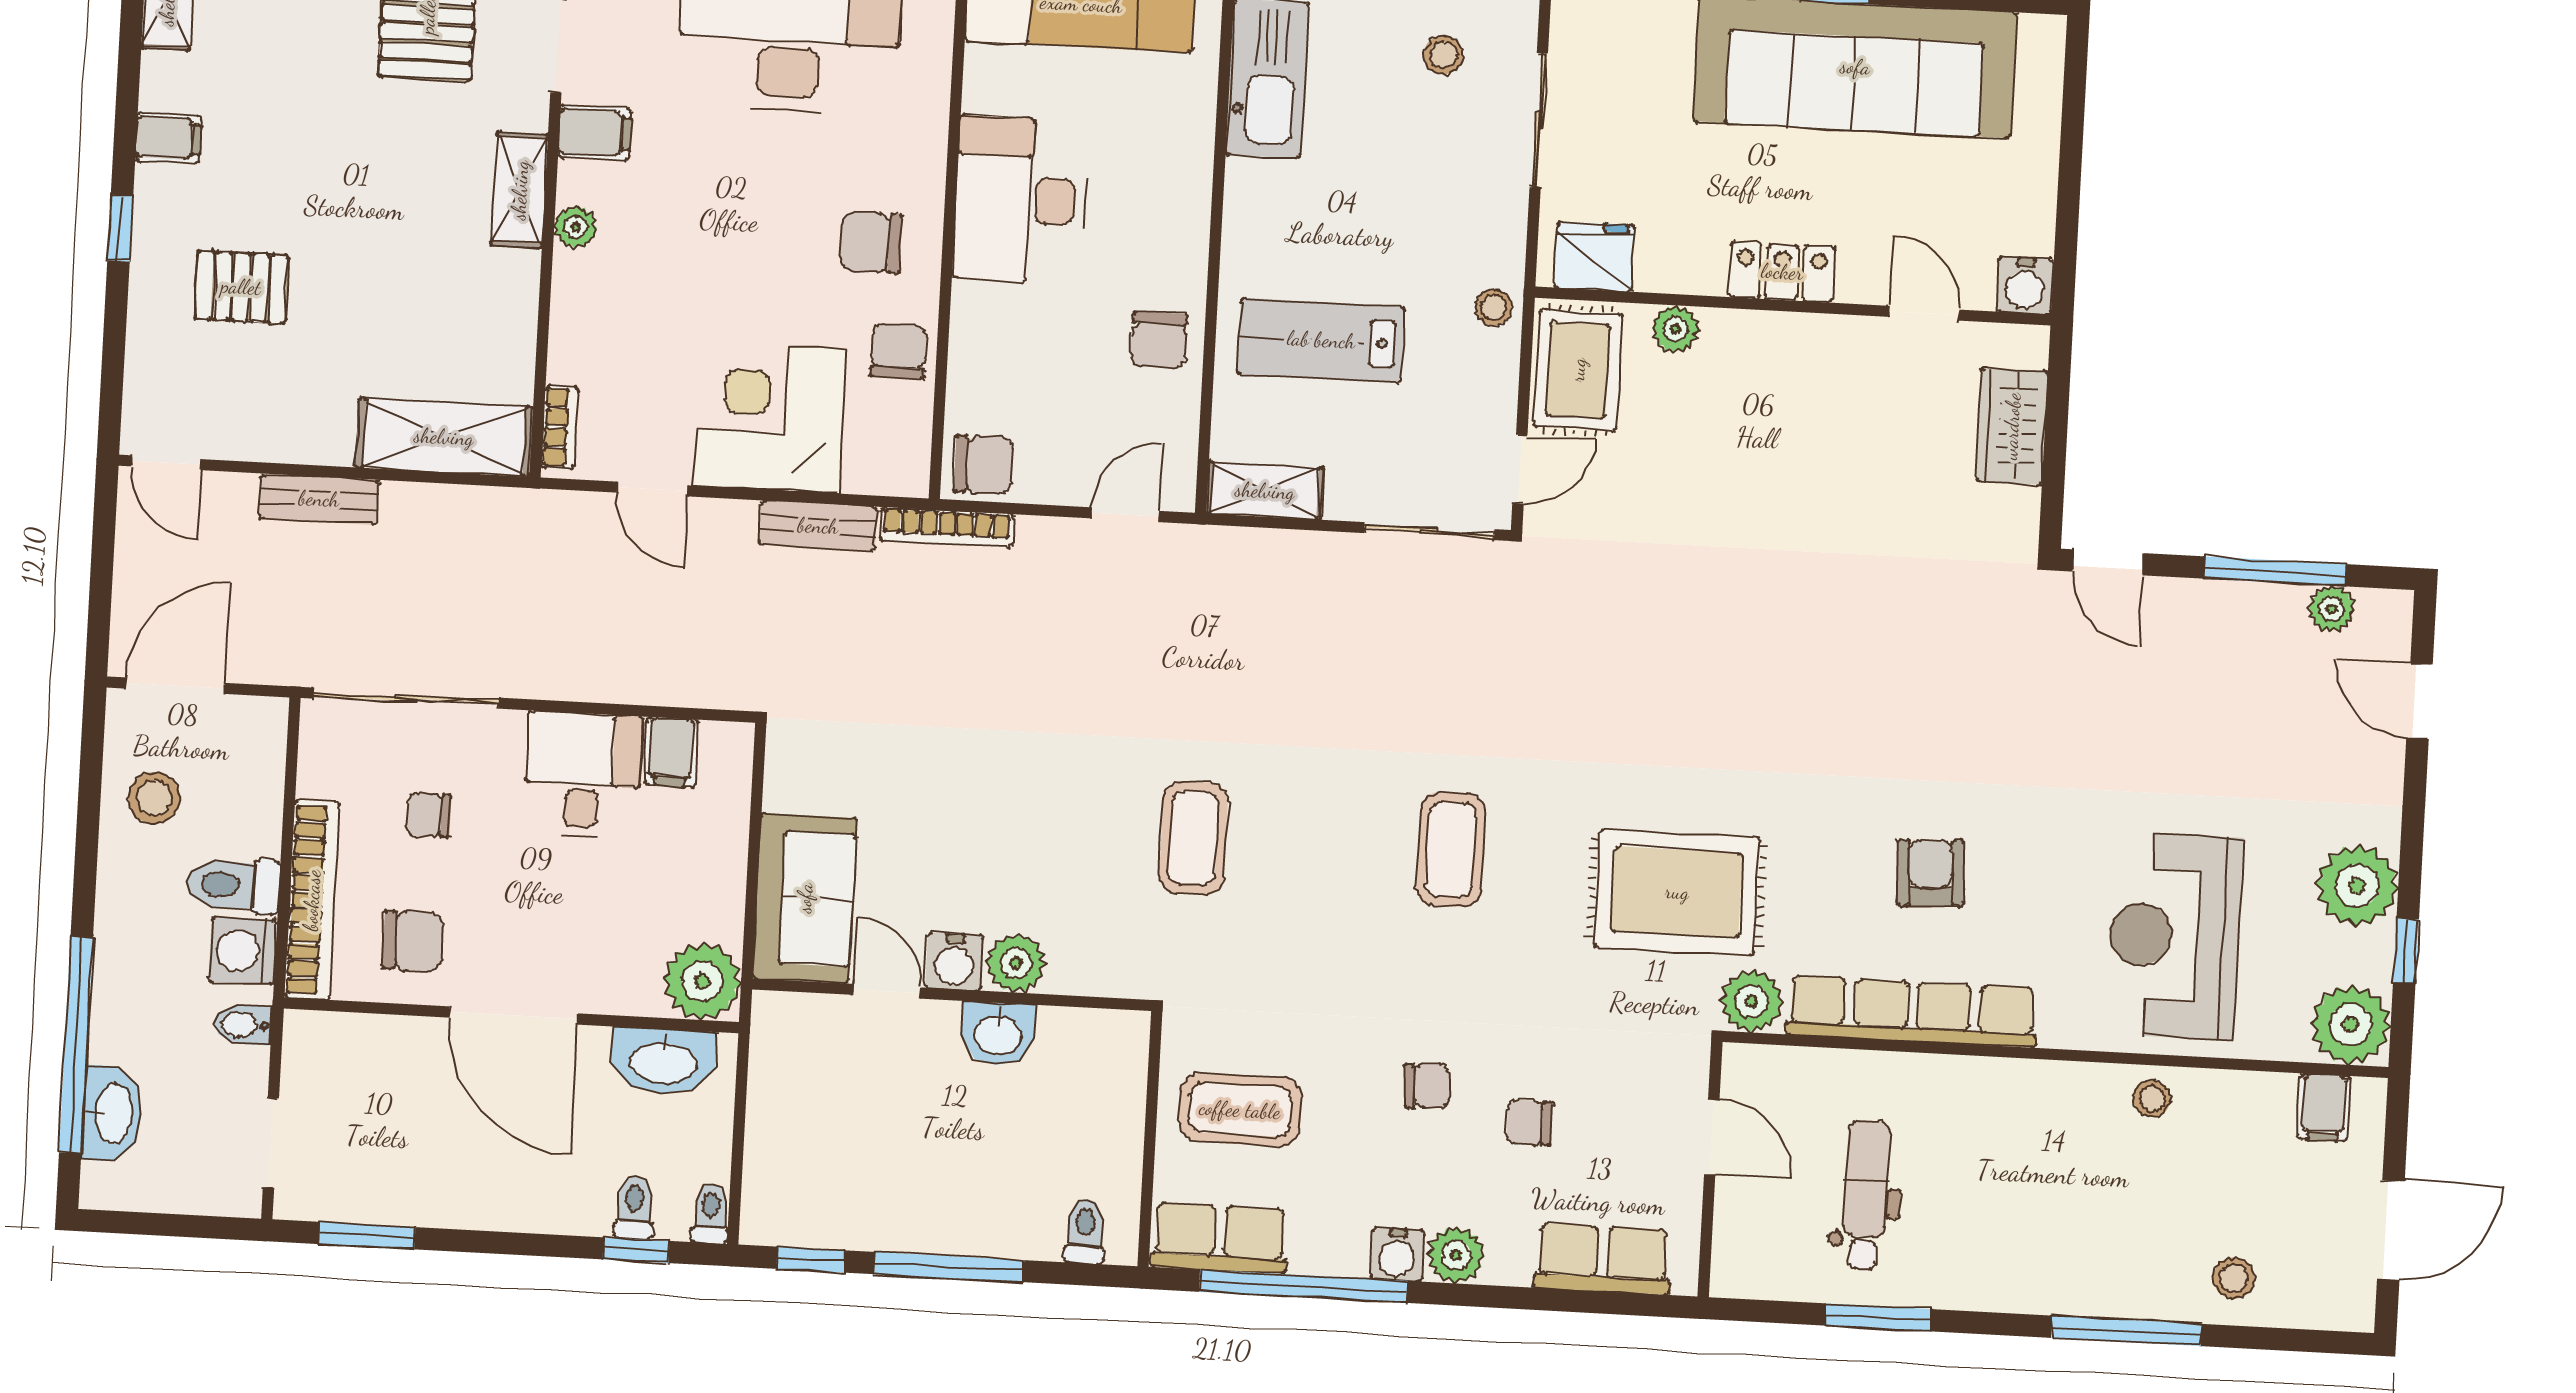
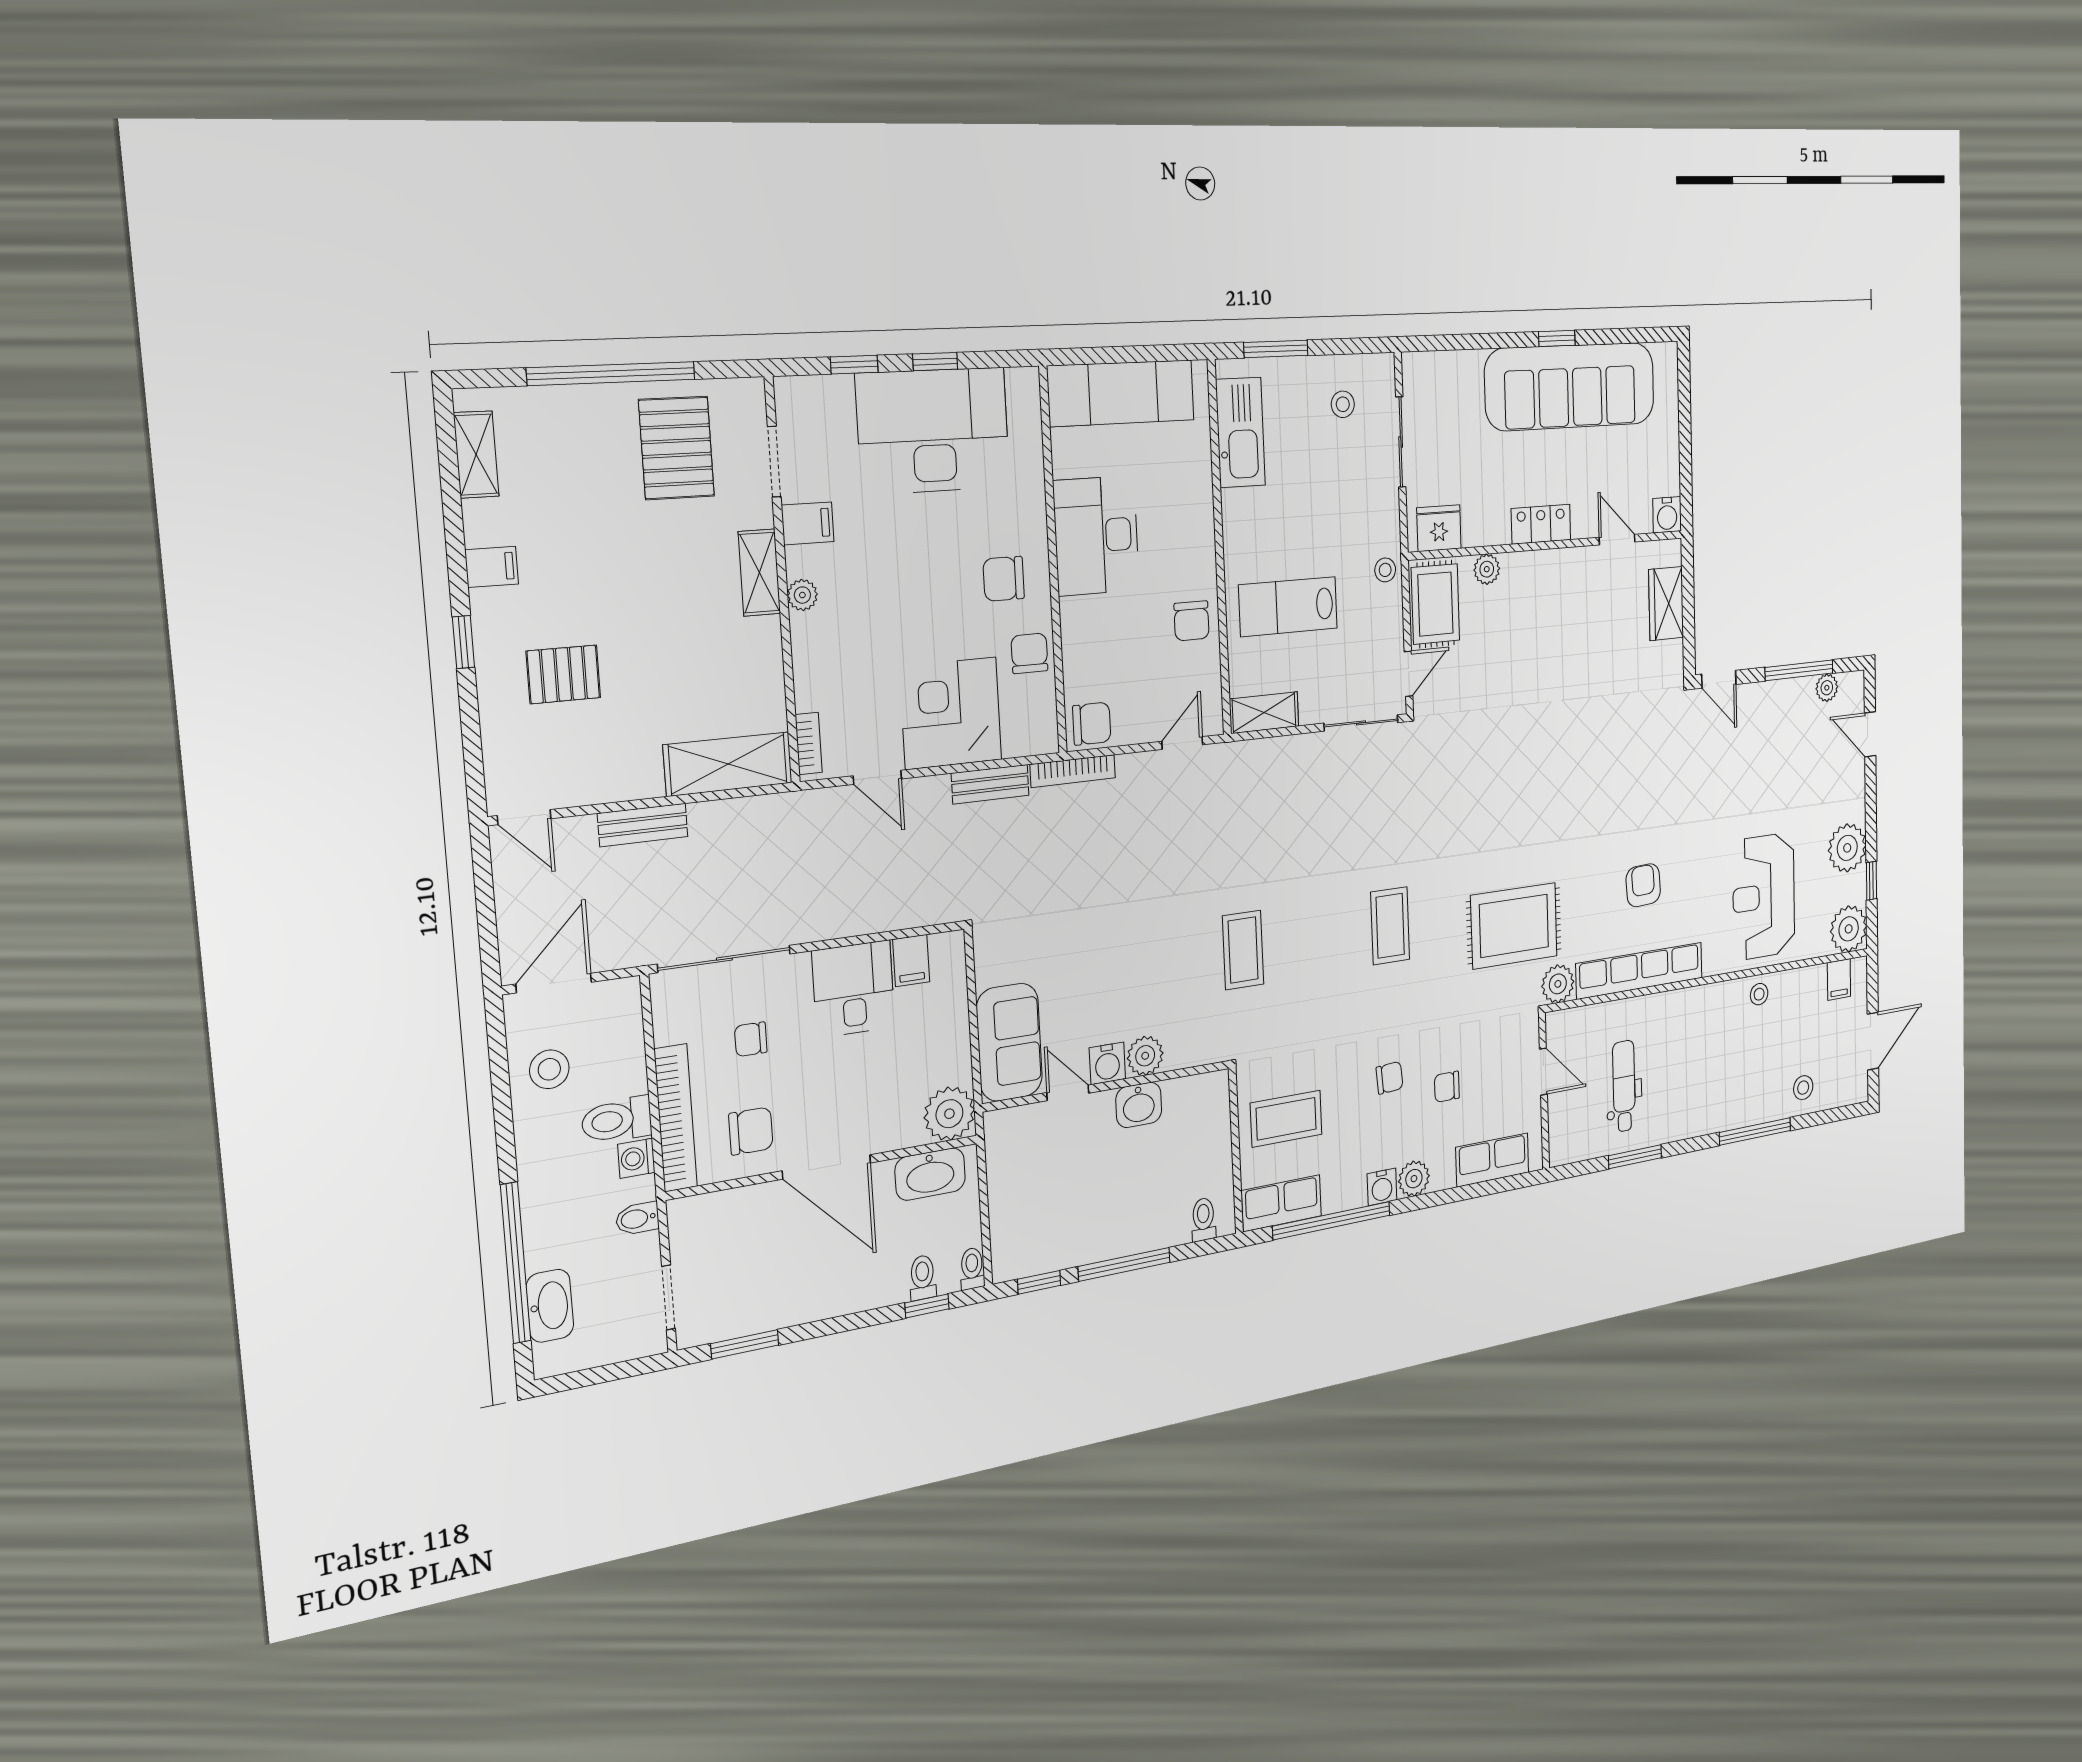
washing machine: (243, 951) -> (636, 1158), width x0.73, depth x0.73

